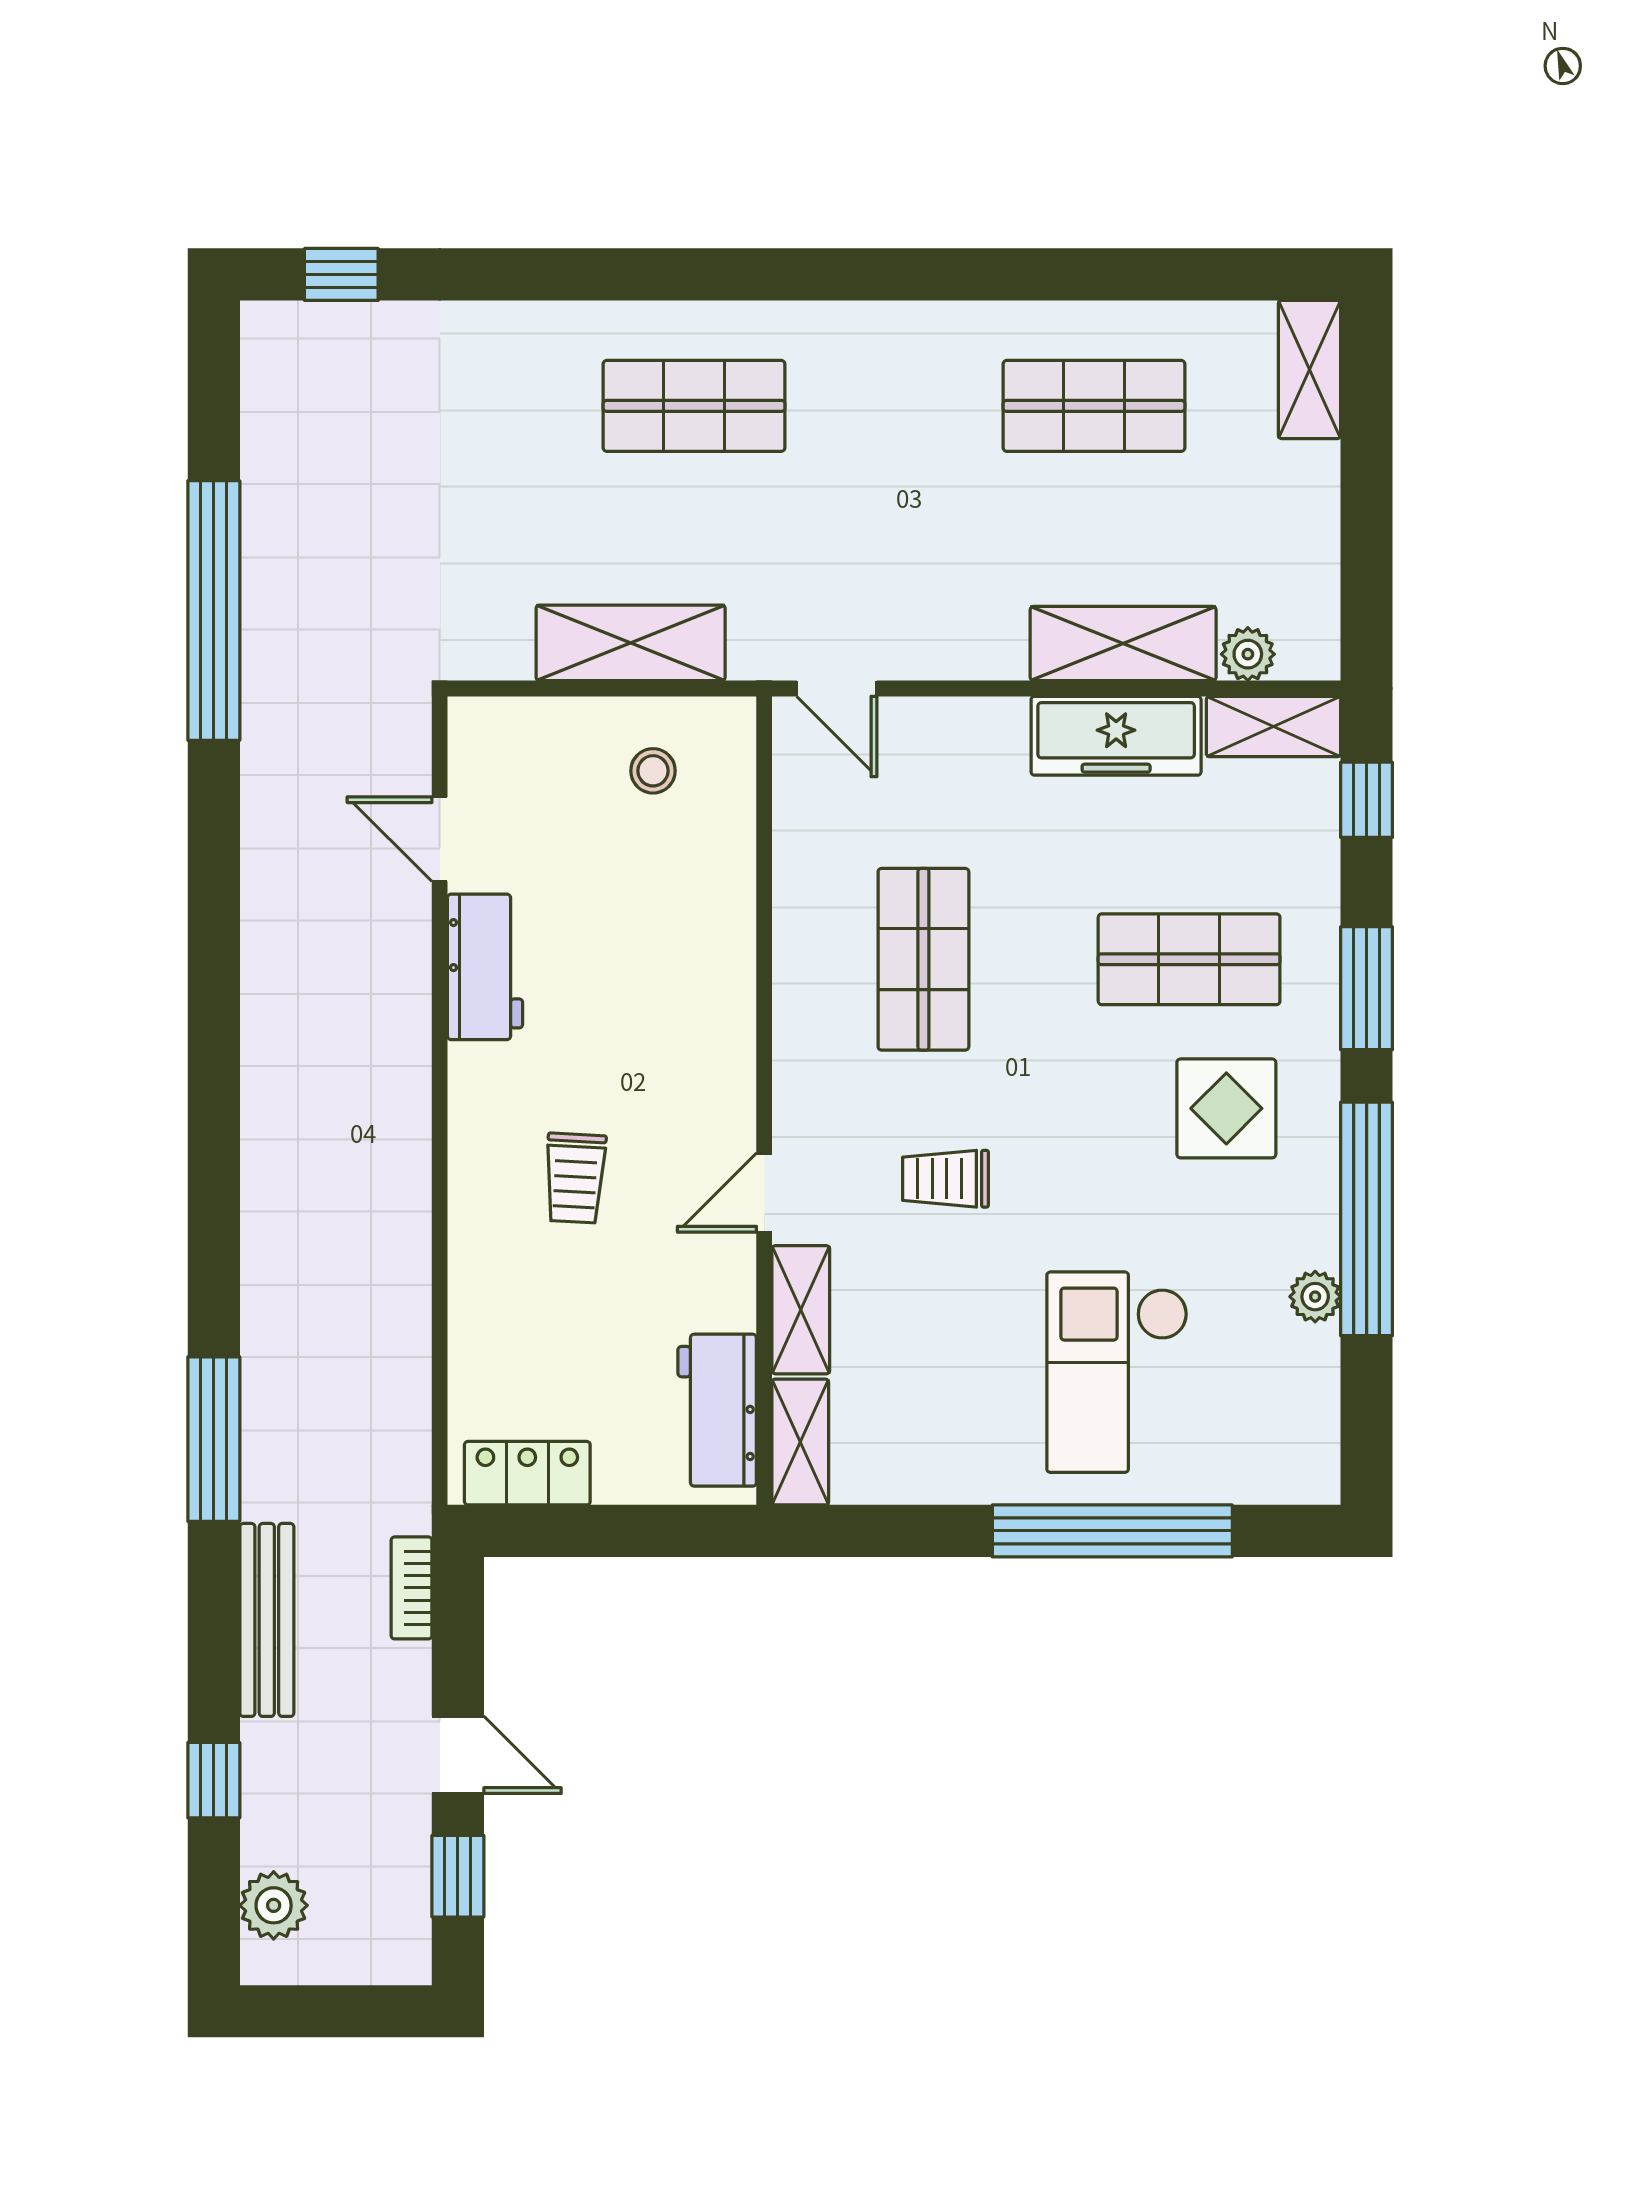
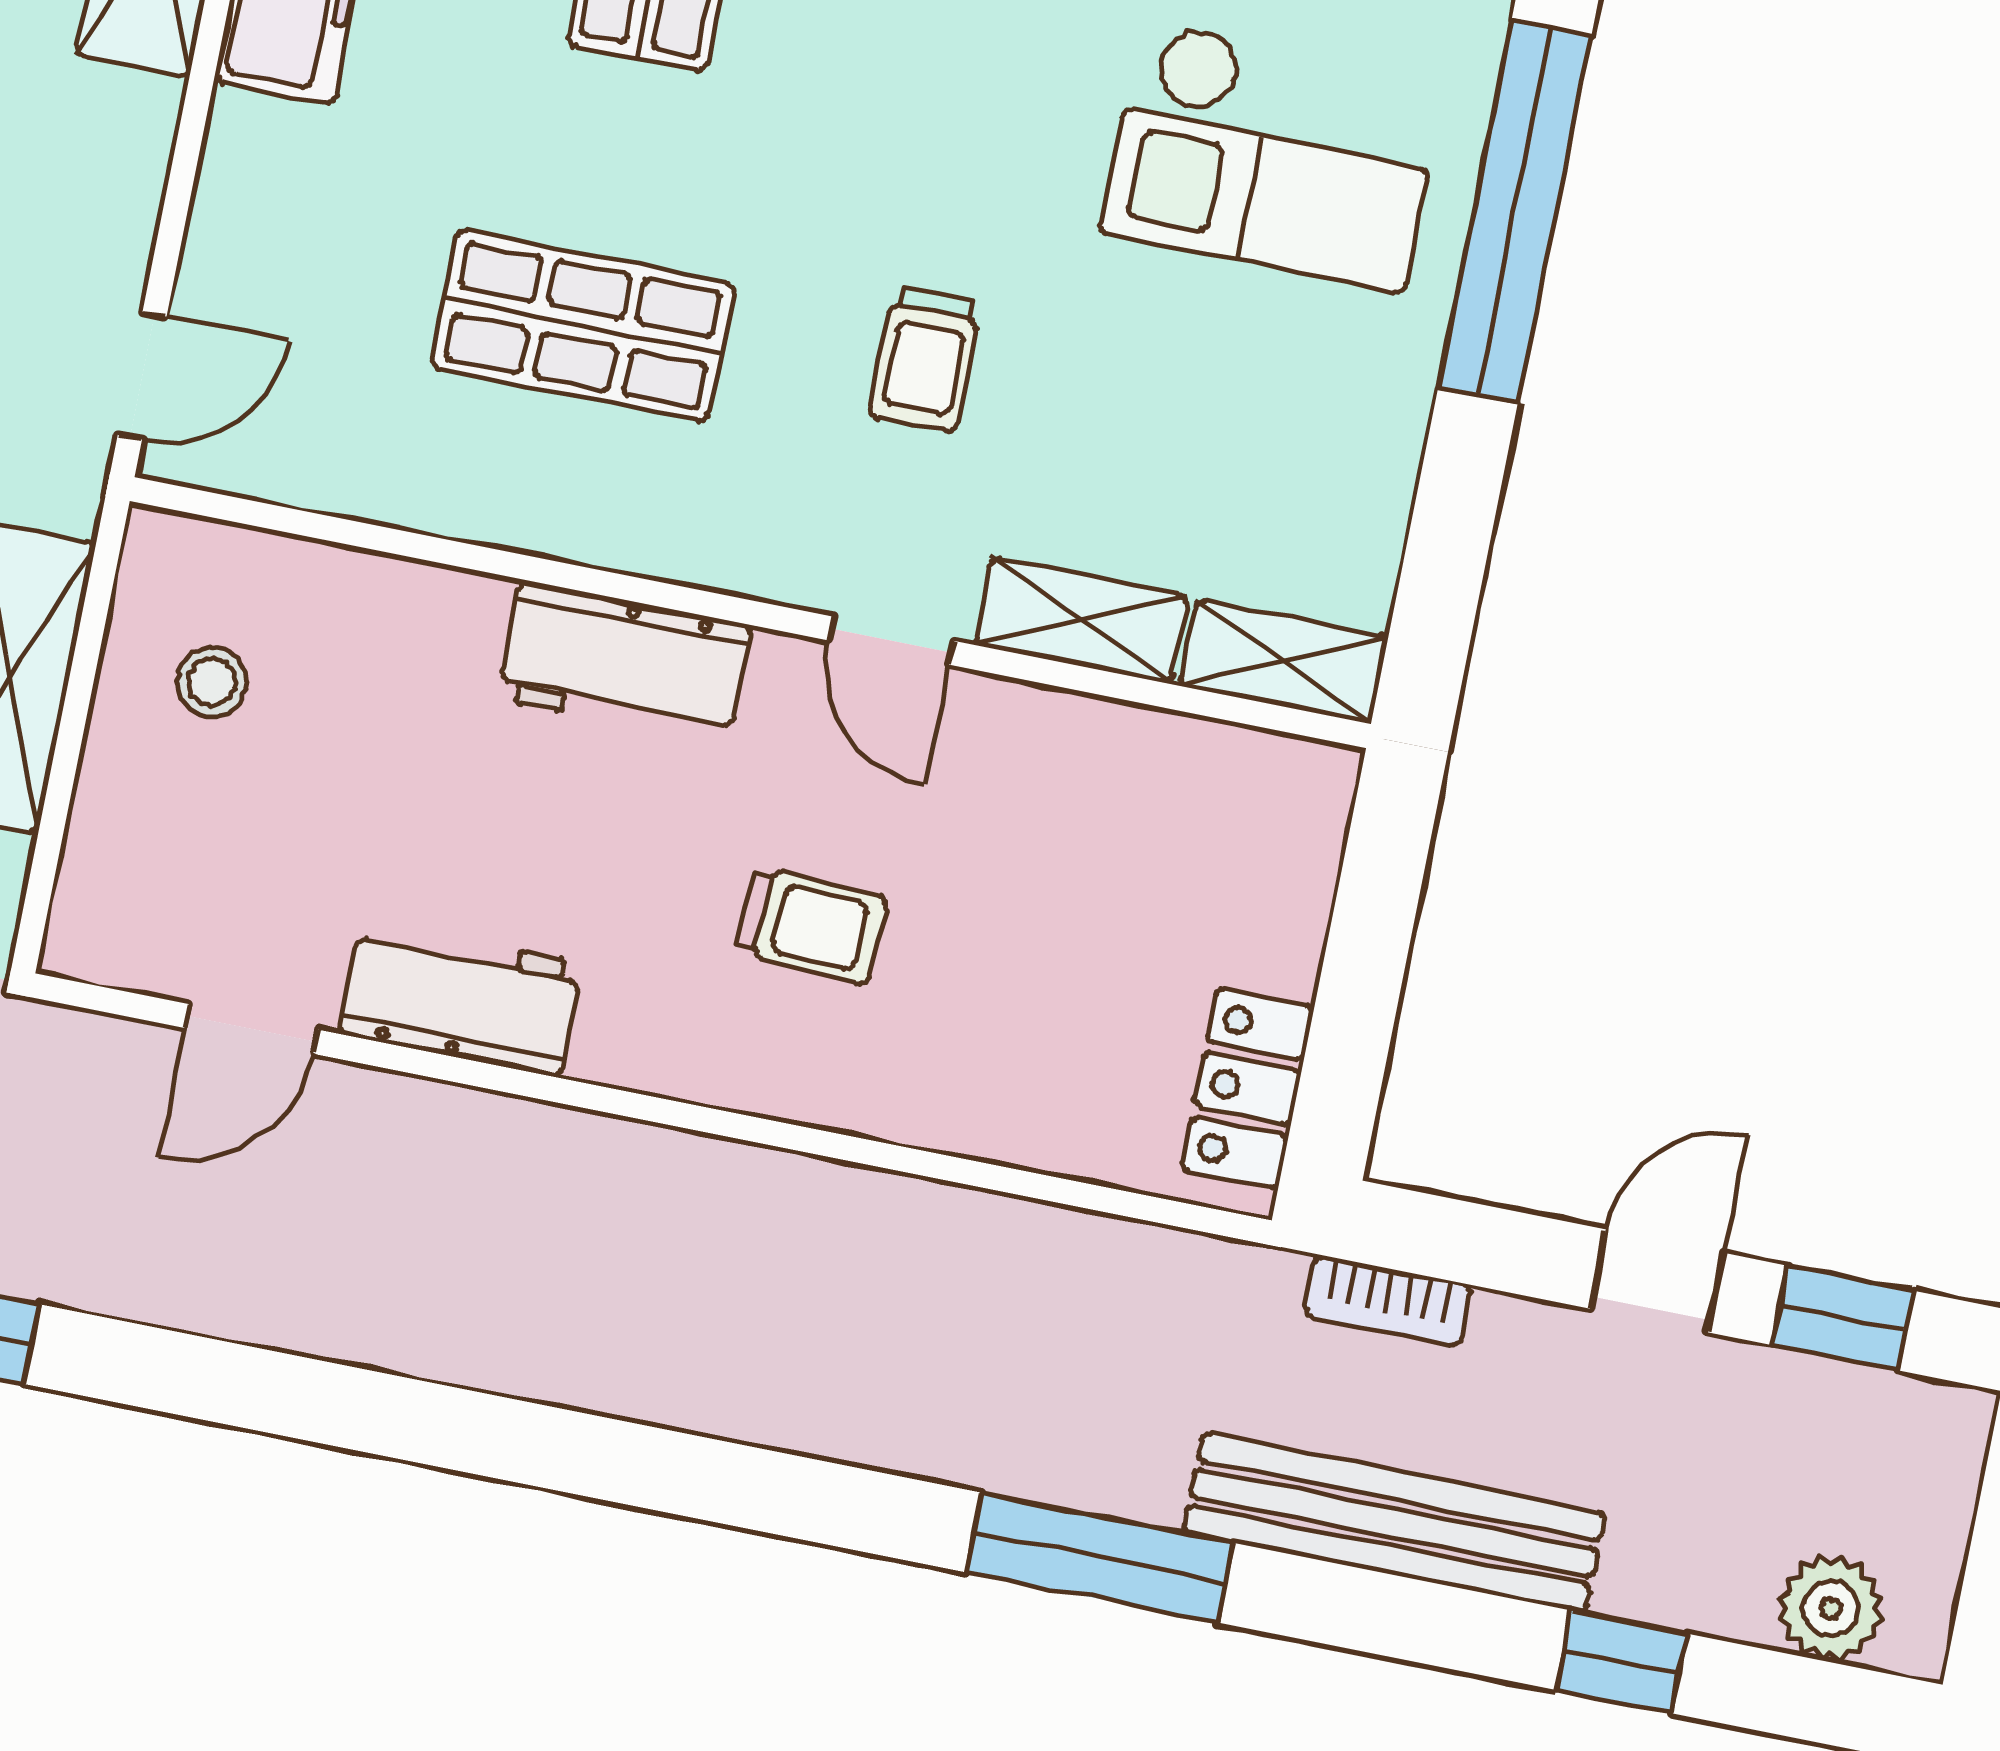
workbench: (717, 1410) -> (625, 662), moved
bench: (267, 1620) -> (1394, 1523), width x1.37, depth x1.21

